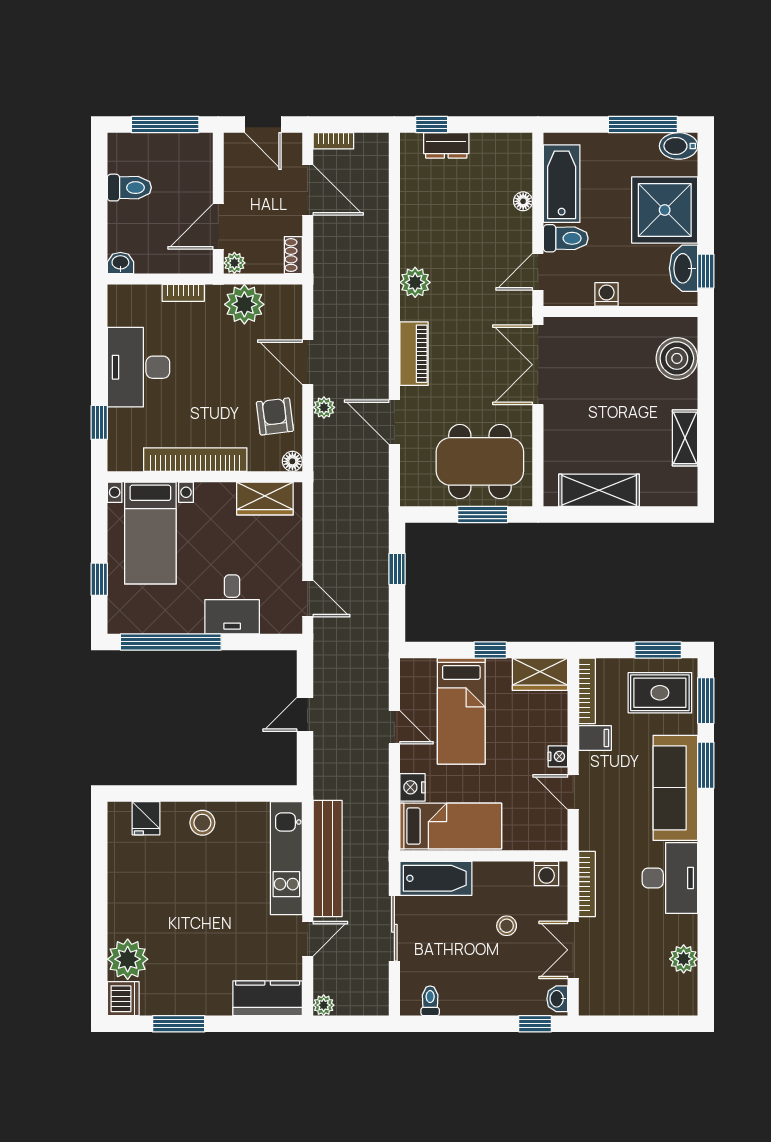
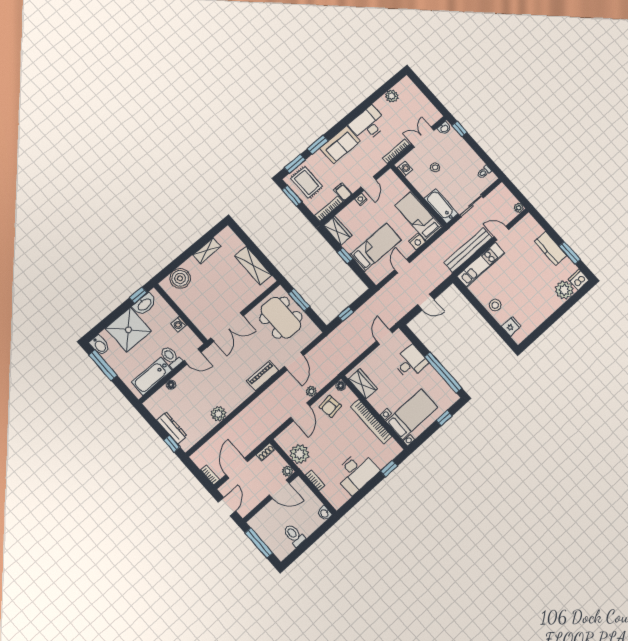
dresser: (446, 145) -> (172, 428), width x1.44
plant: (415, 282) -> (218, 414), moved
sofa: (675, 788) -> (340, 145), width x0.73
double door: (573, 950) -> (423, 137), swing flipped
kitchen counter: (268, 998) -> (551, 248), moved

